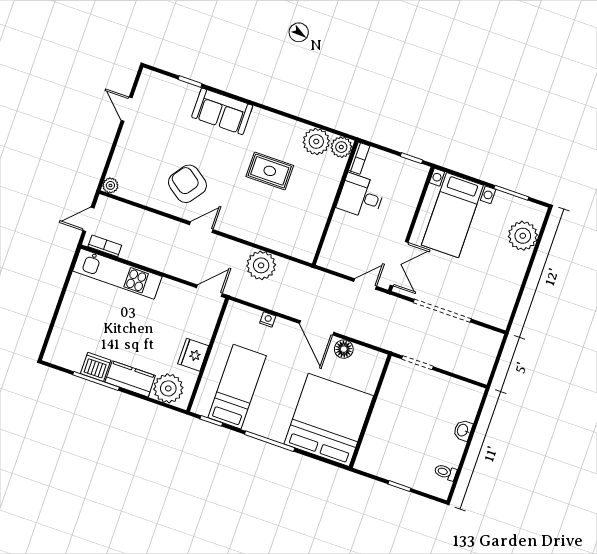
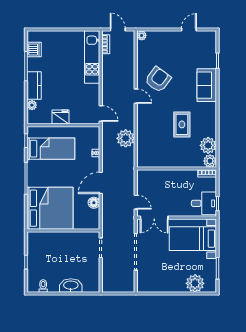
desk: (361, 196) -> (204, 203), moved, turned 90
dishwasher: (96, 367) -> (34, 50), moved
plant: (168, 388) -> (32, 105), width x0.53, depth x0.53
washbasin: (463, 430) -> (71, 286), width x1.91, depth x1.45

